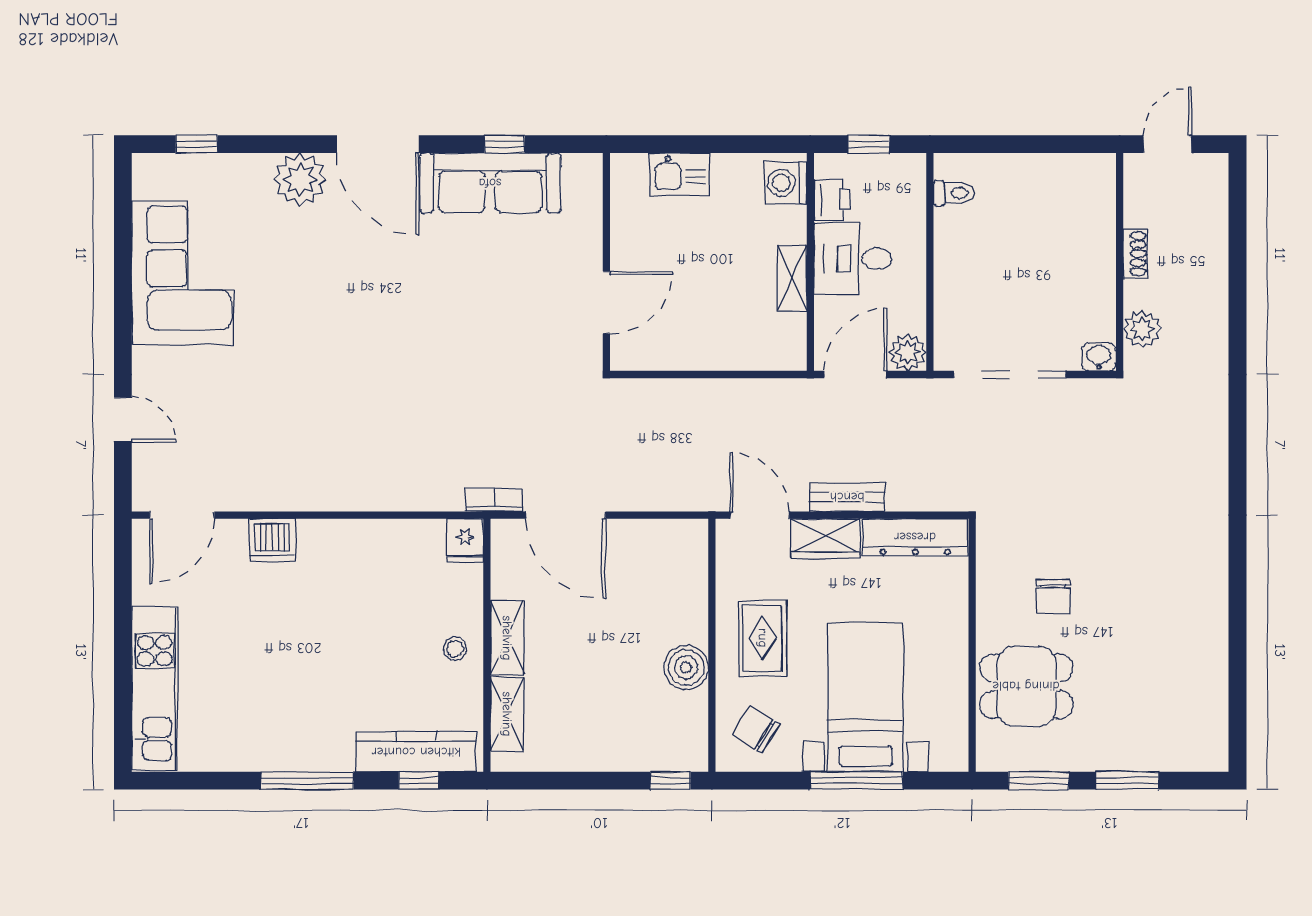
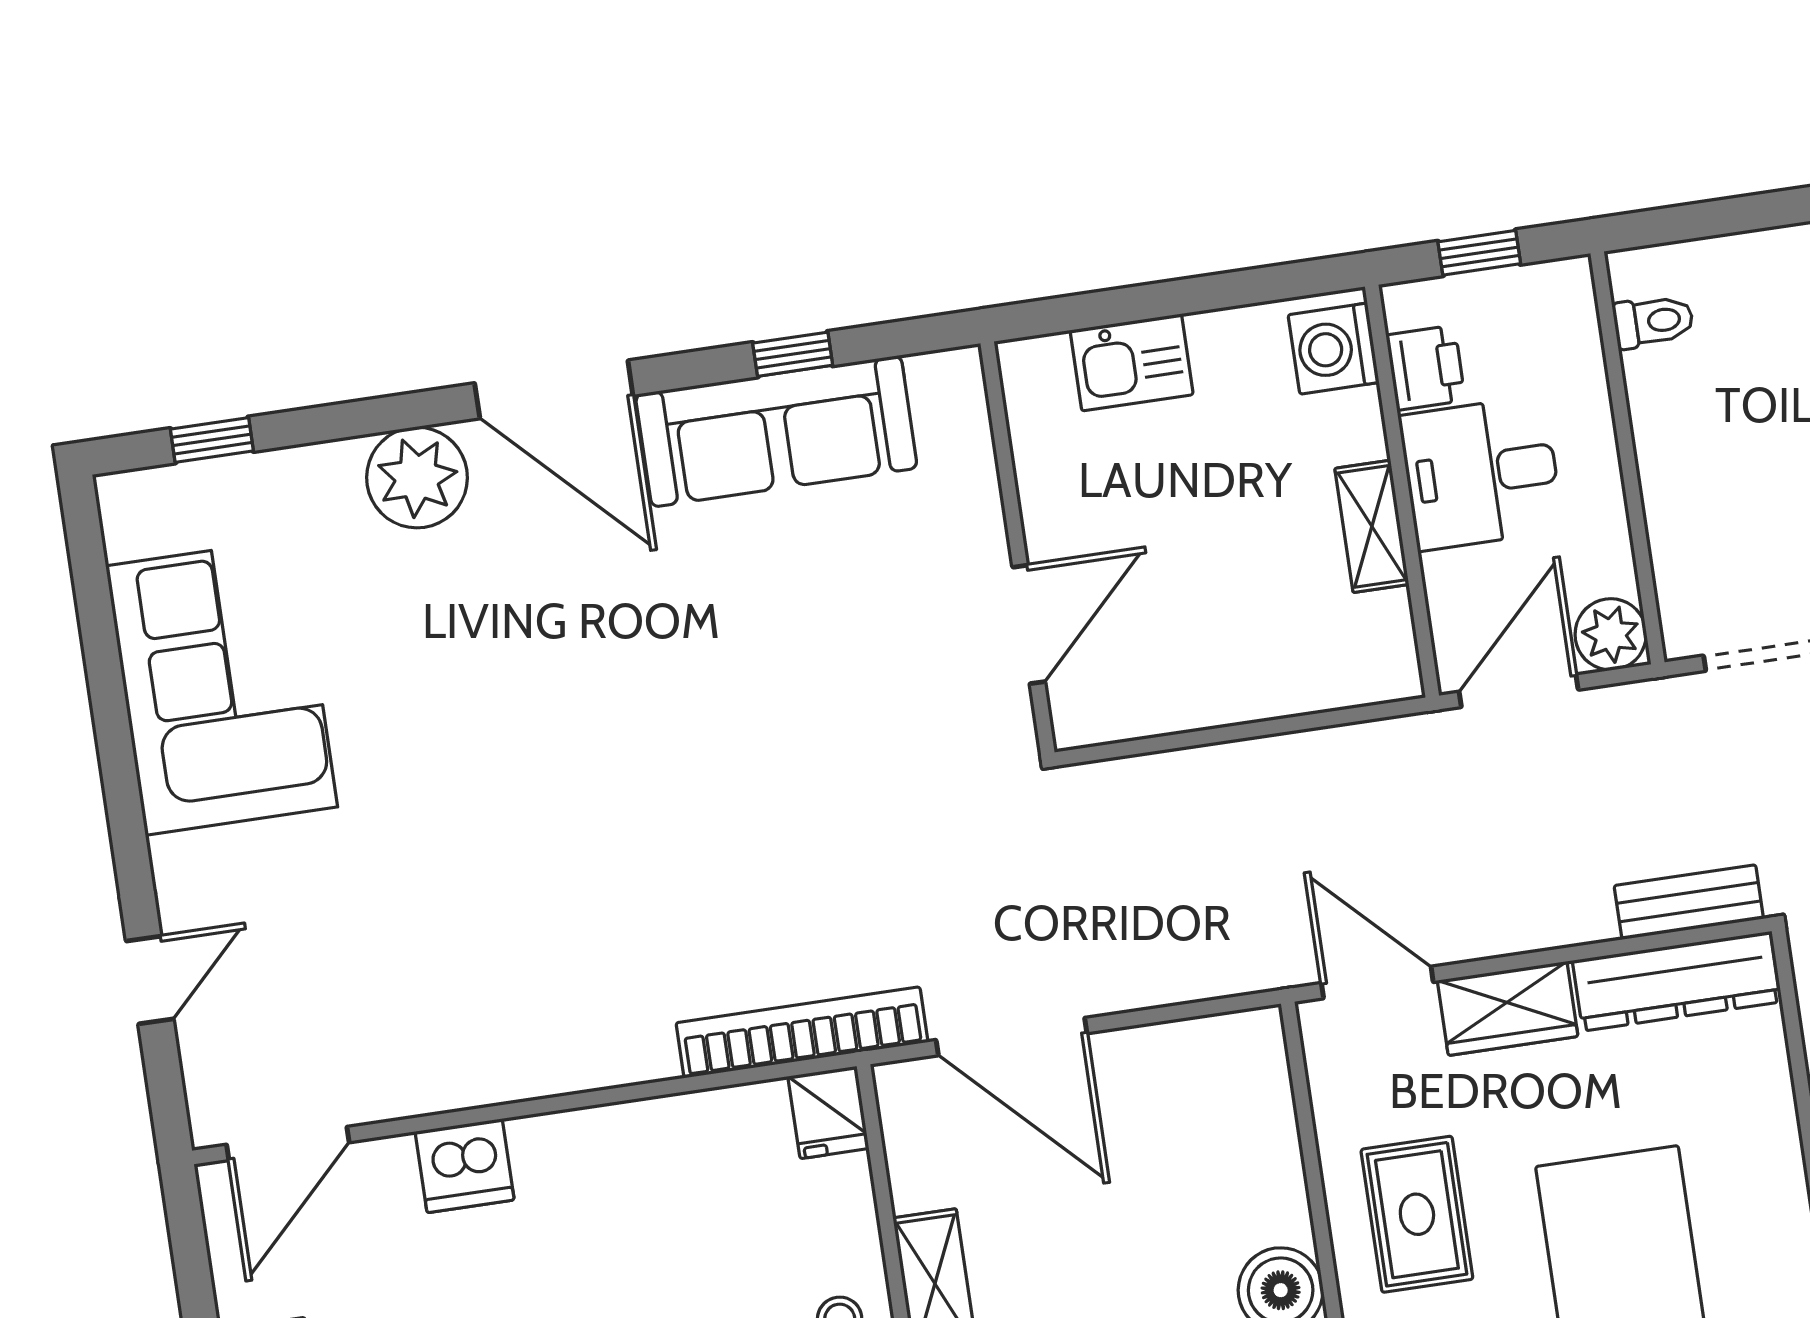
door: (123, 420) -> (150, 980), hinge flipped
bench: (847, 497) -> (1689, 902), moved
bookcase: (494, 500) -> (802, 1032), width x2.31, depth x1.31

